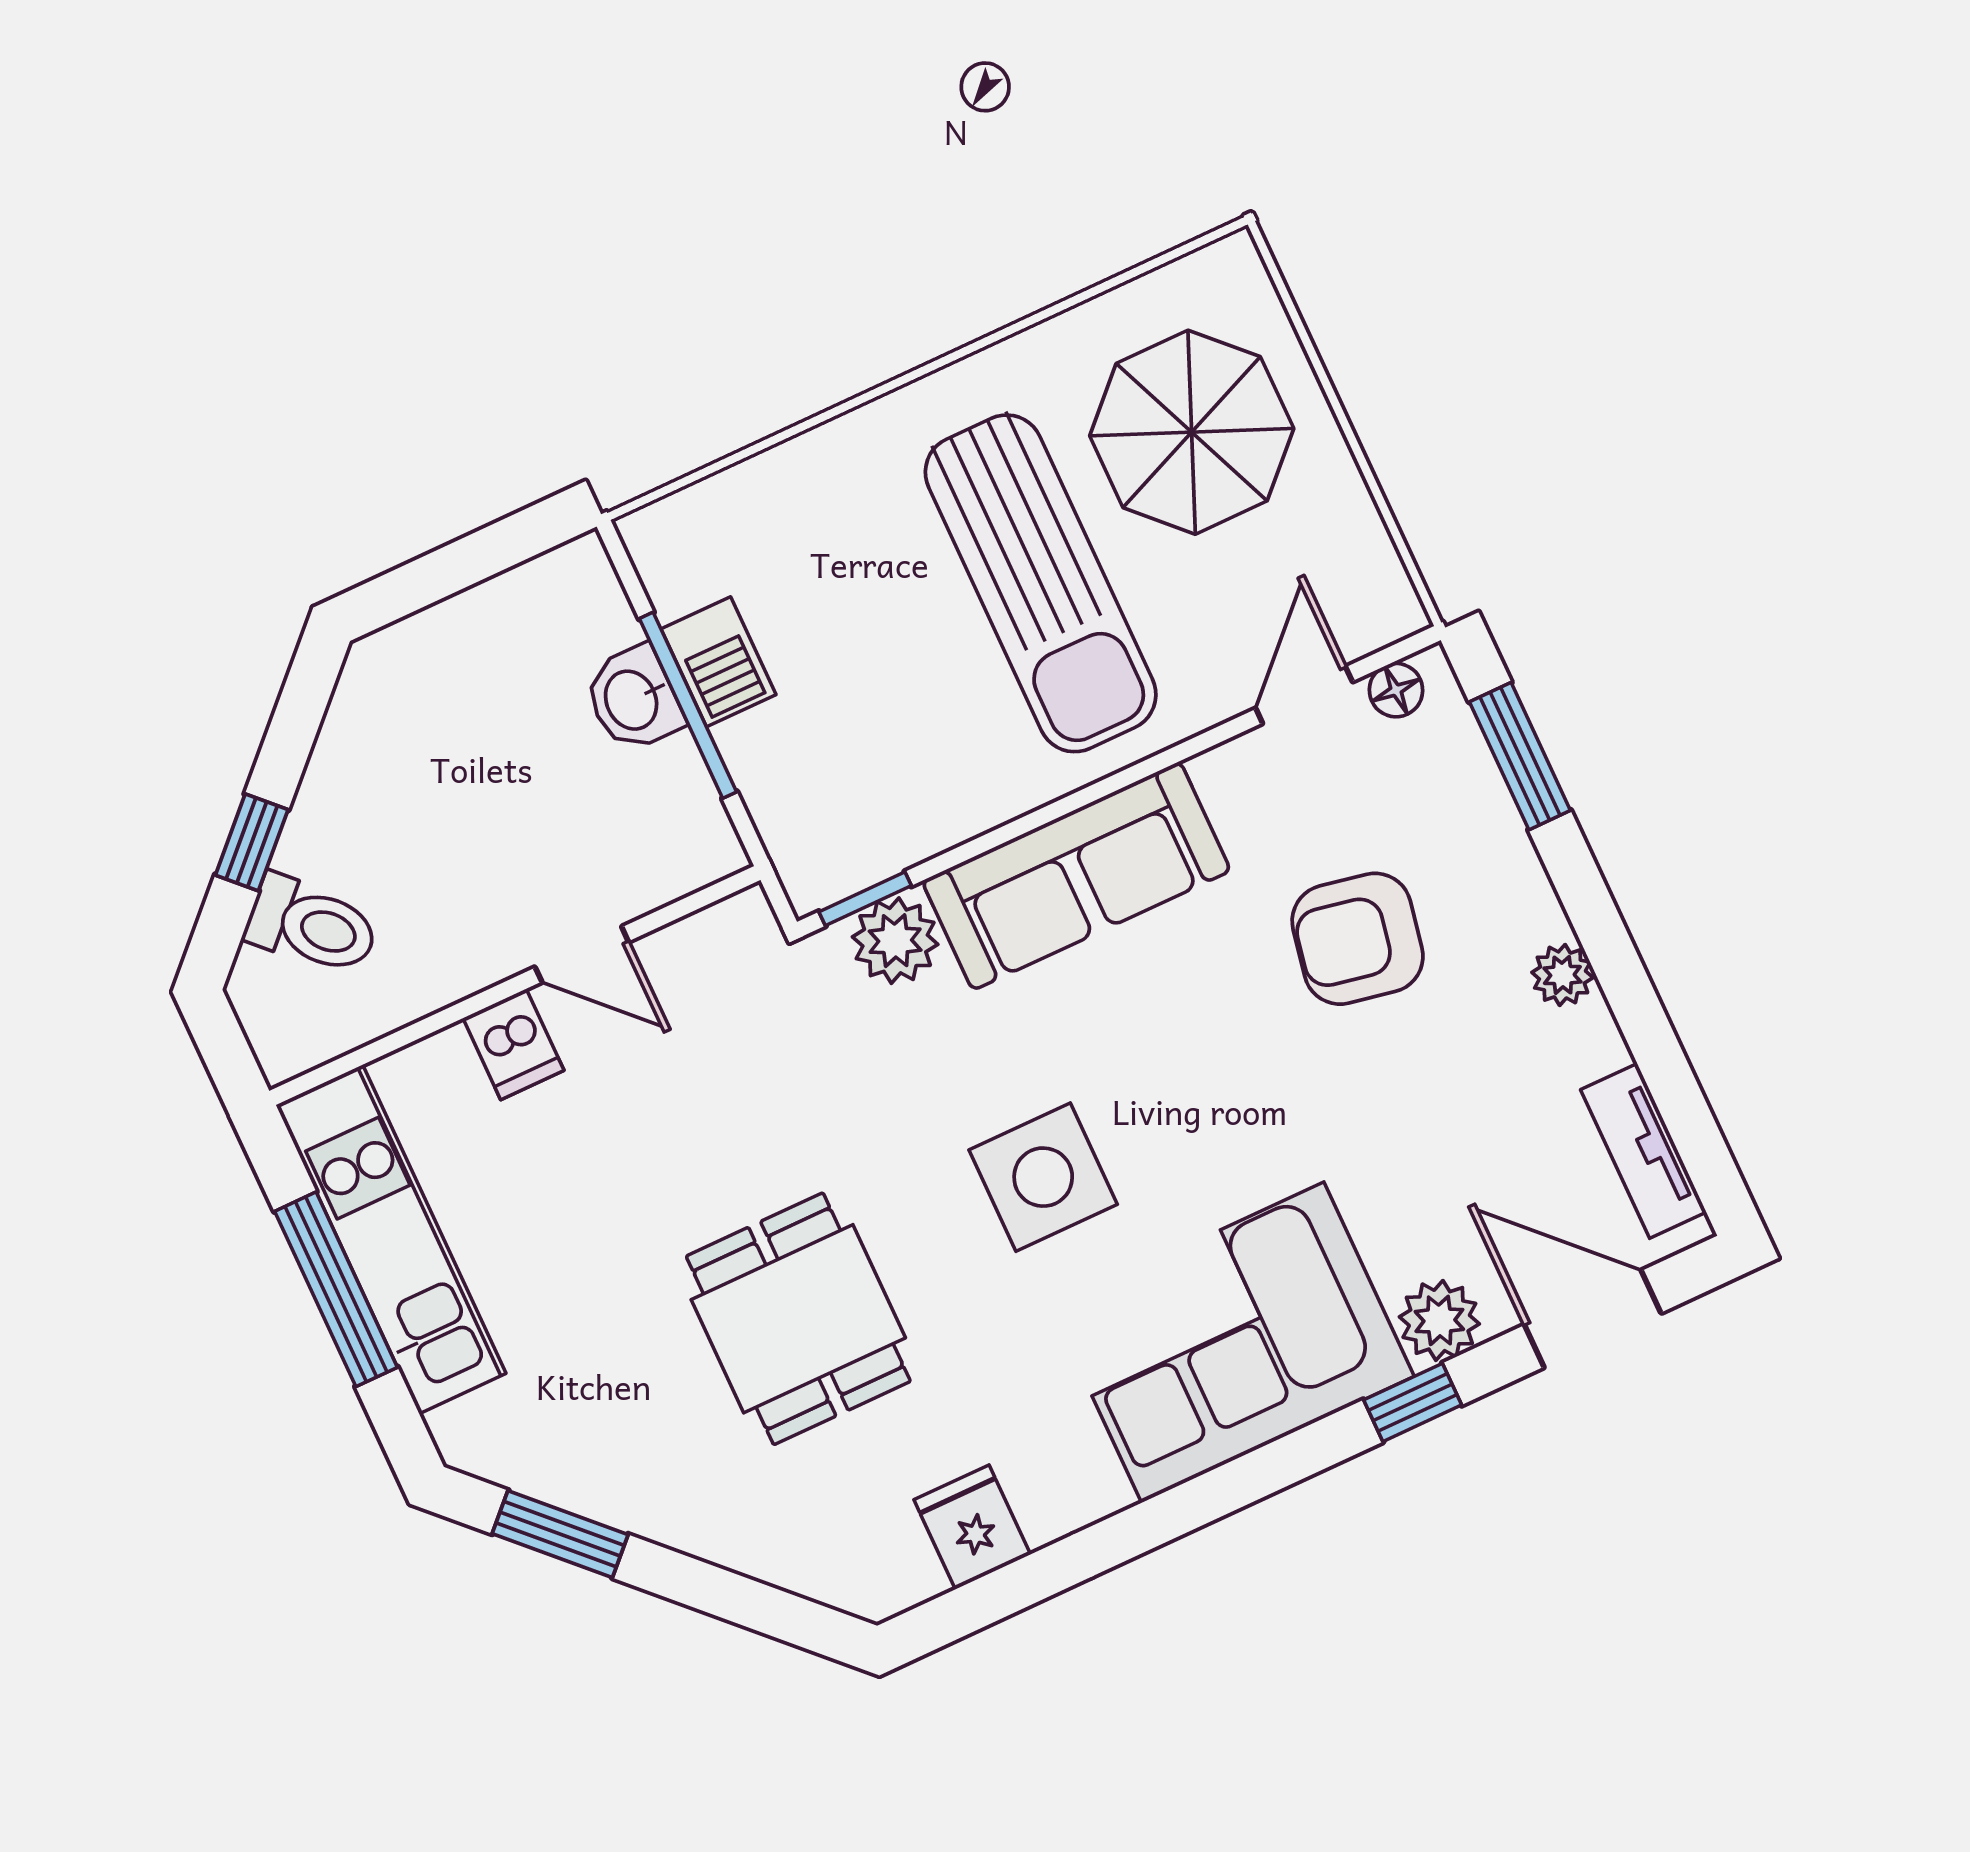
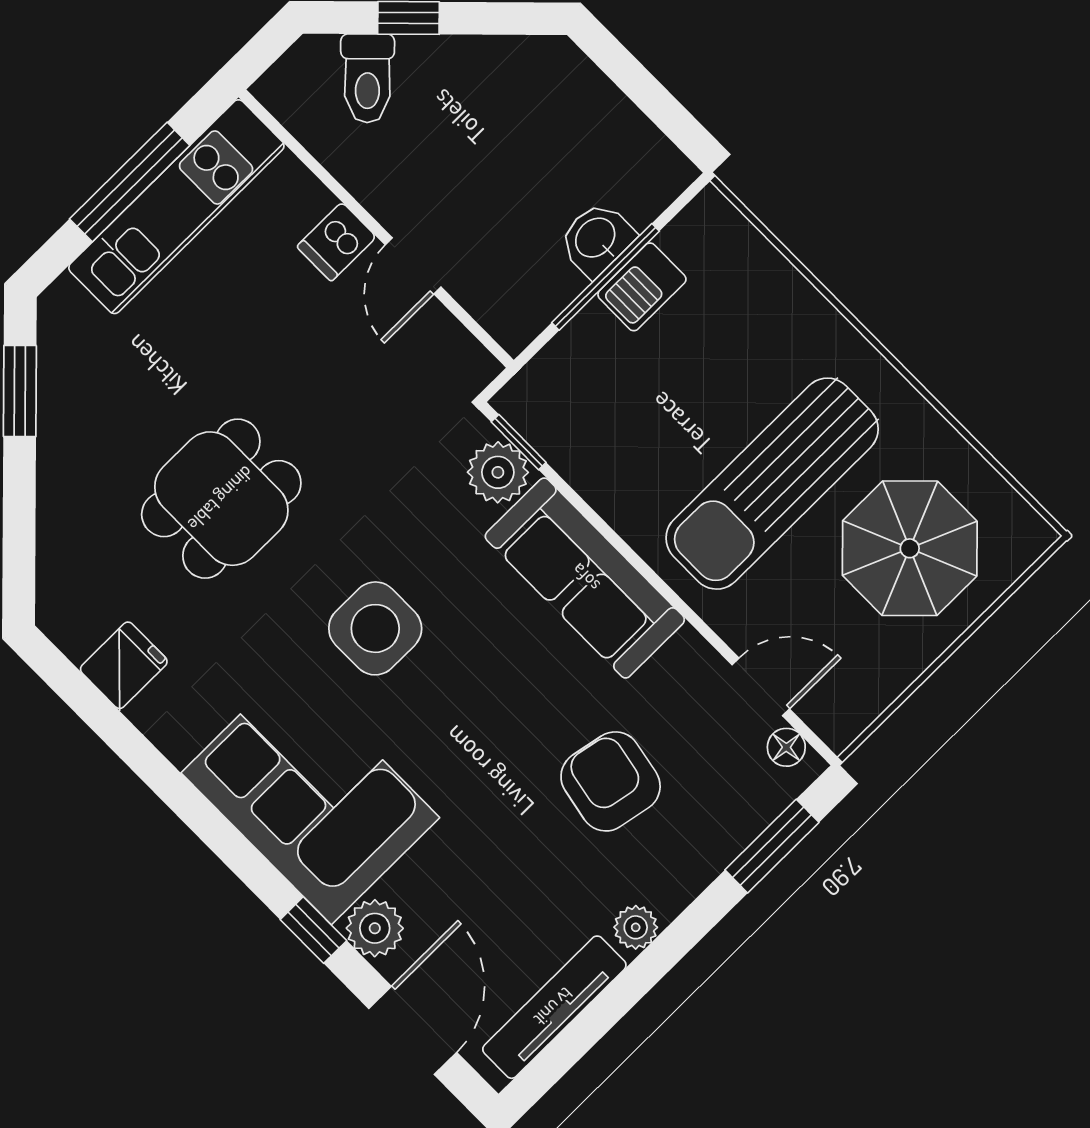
tv unit: (1643, 1151) -> (554, 1007), width x1.41

